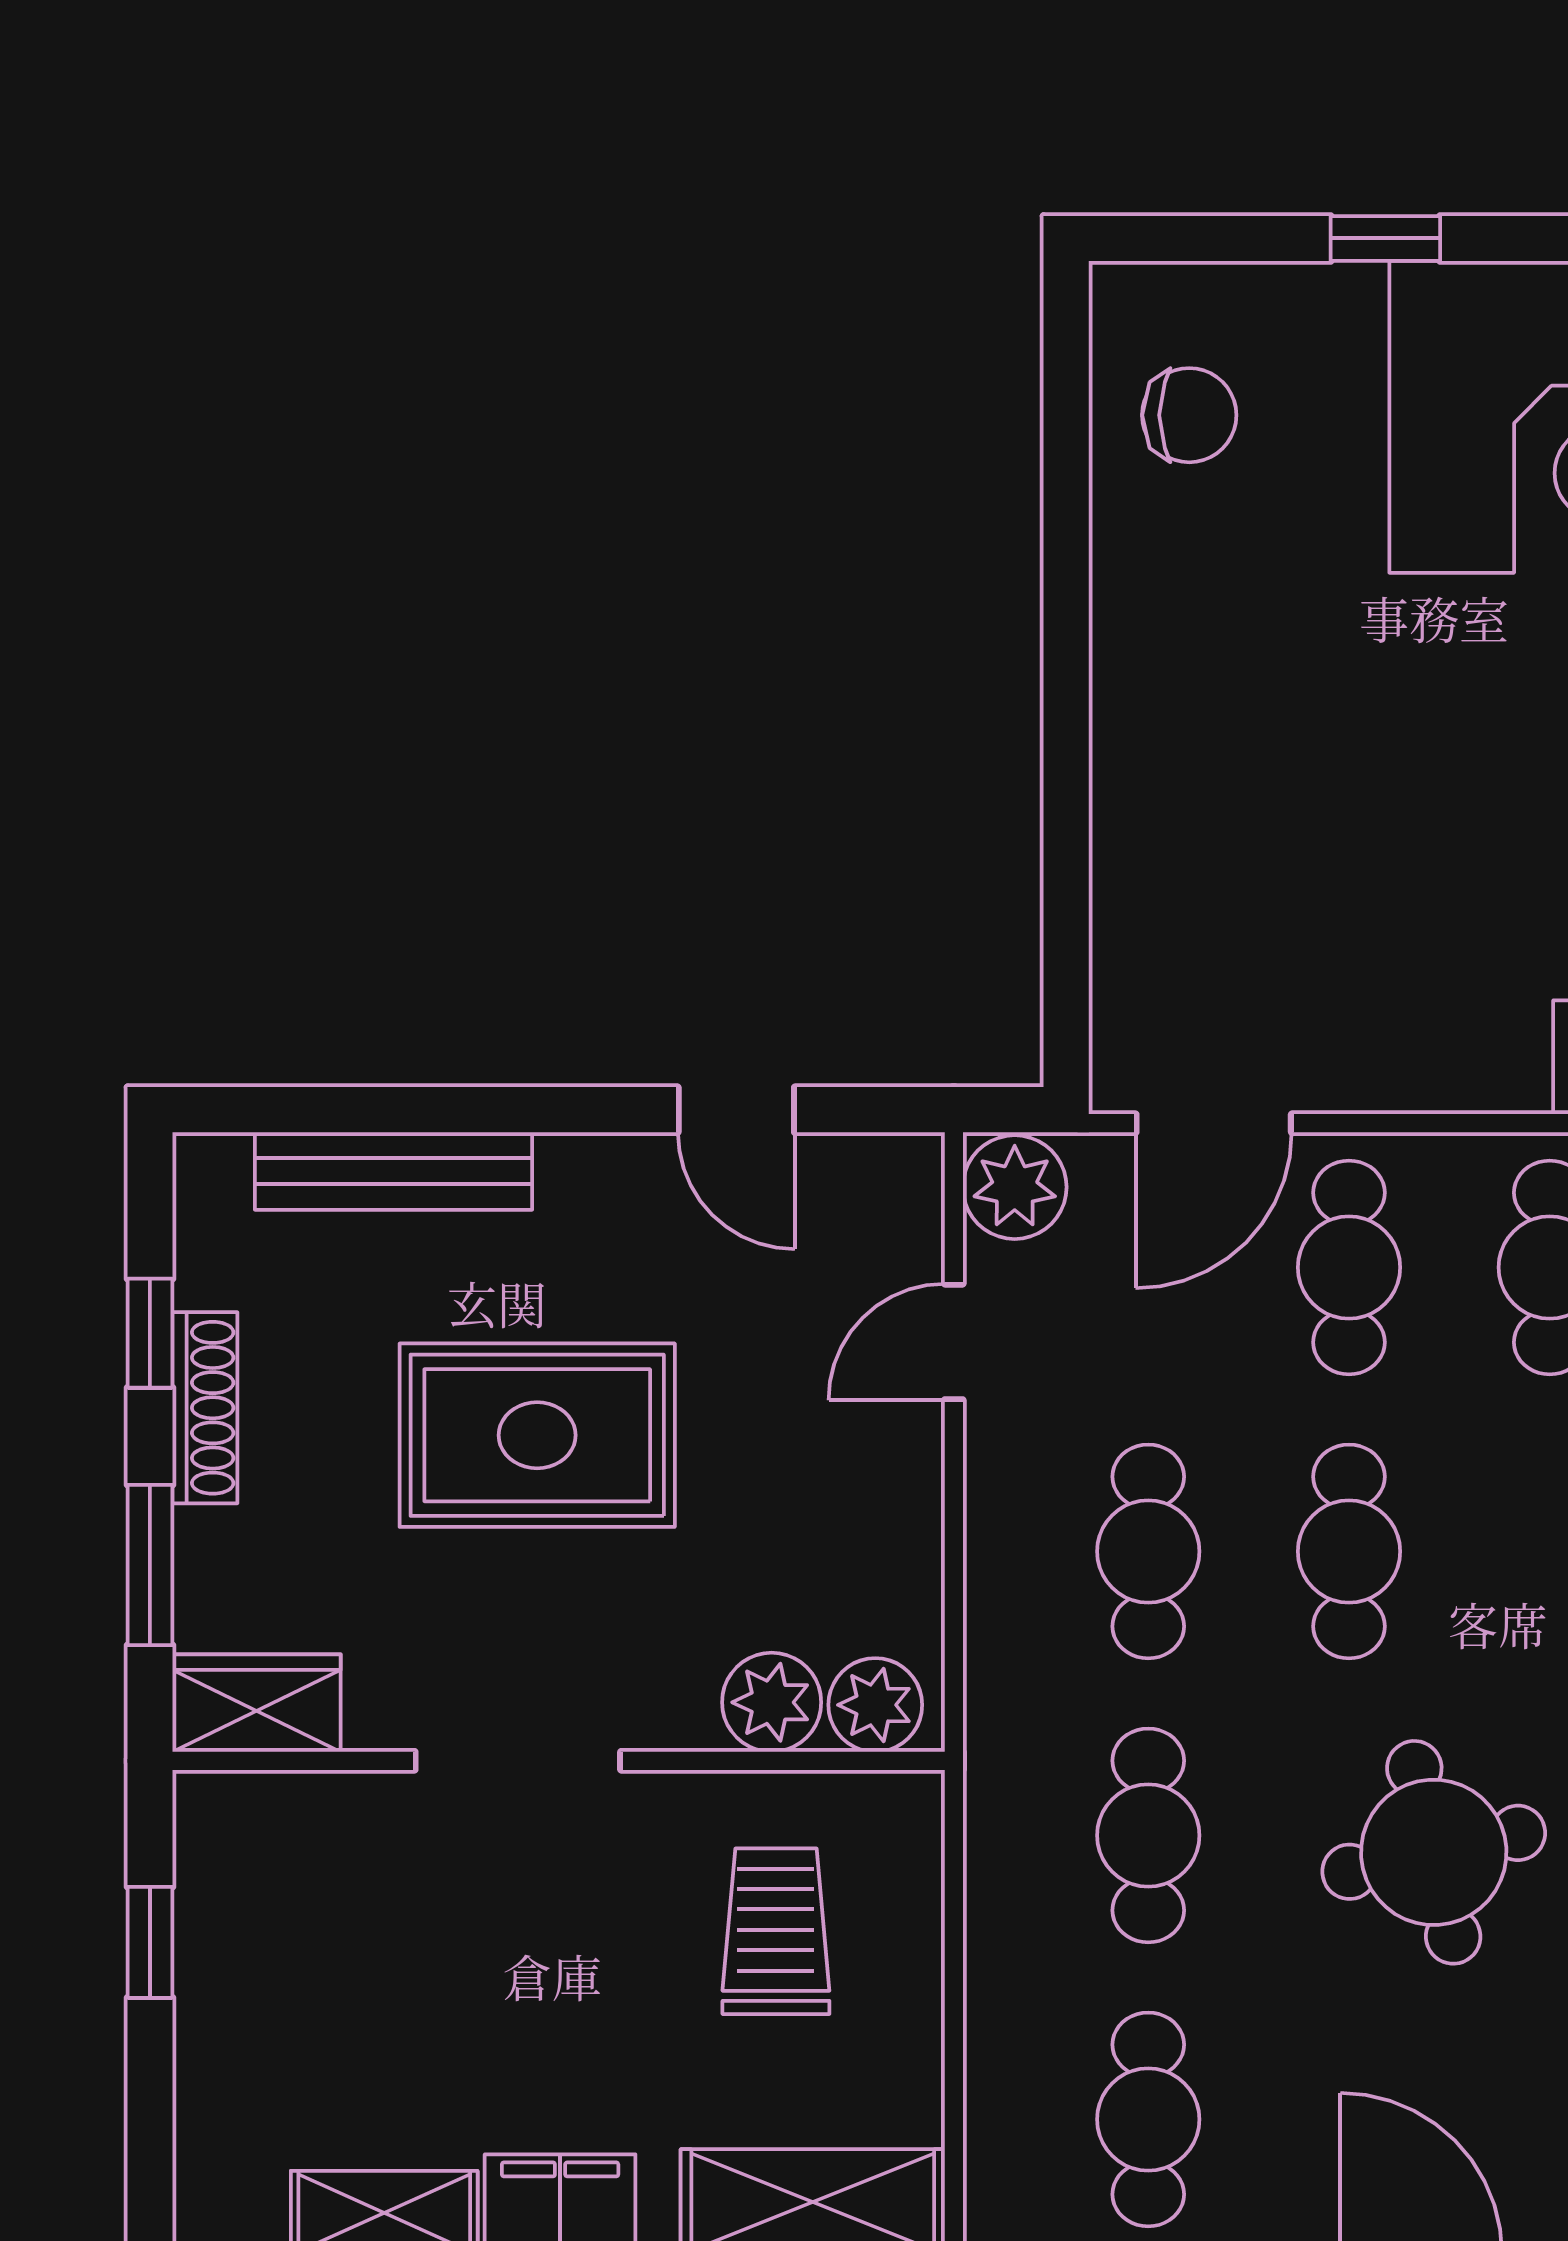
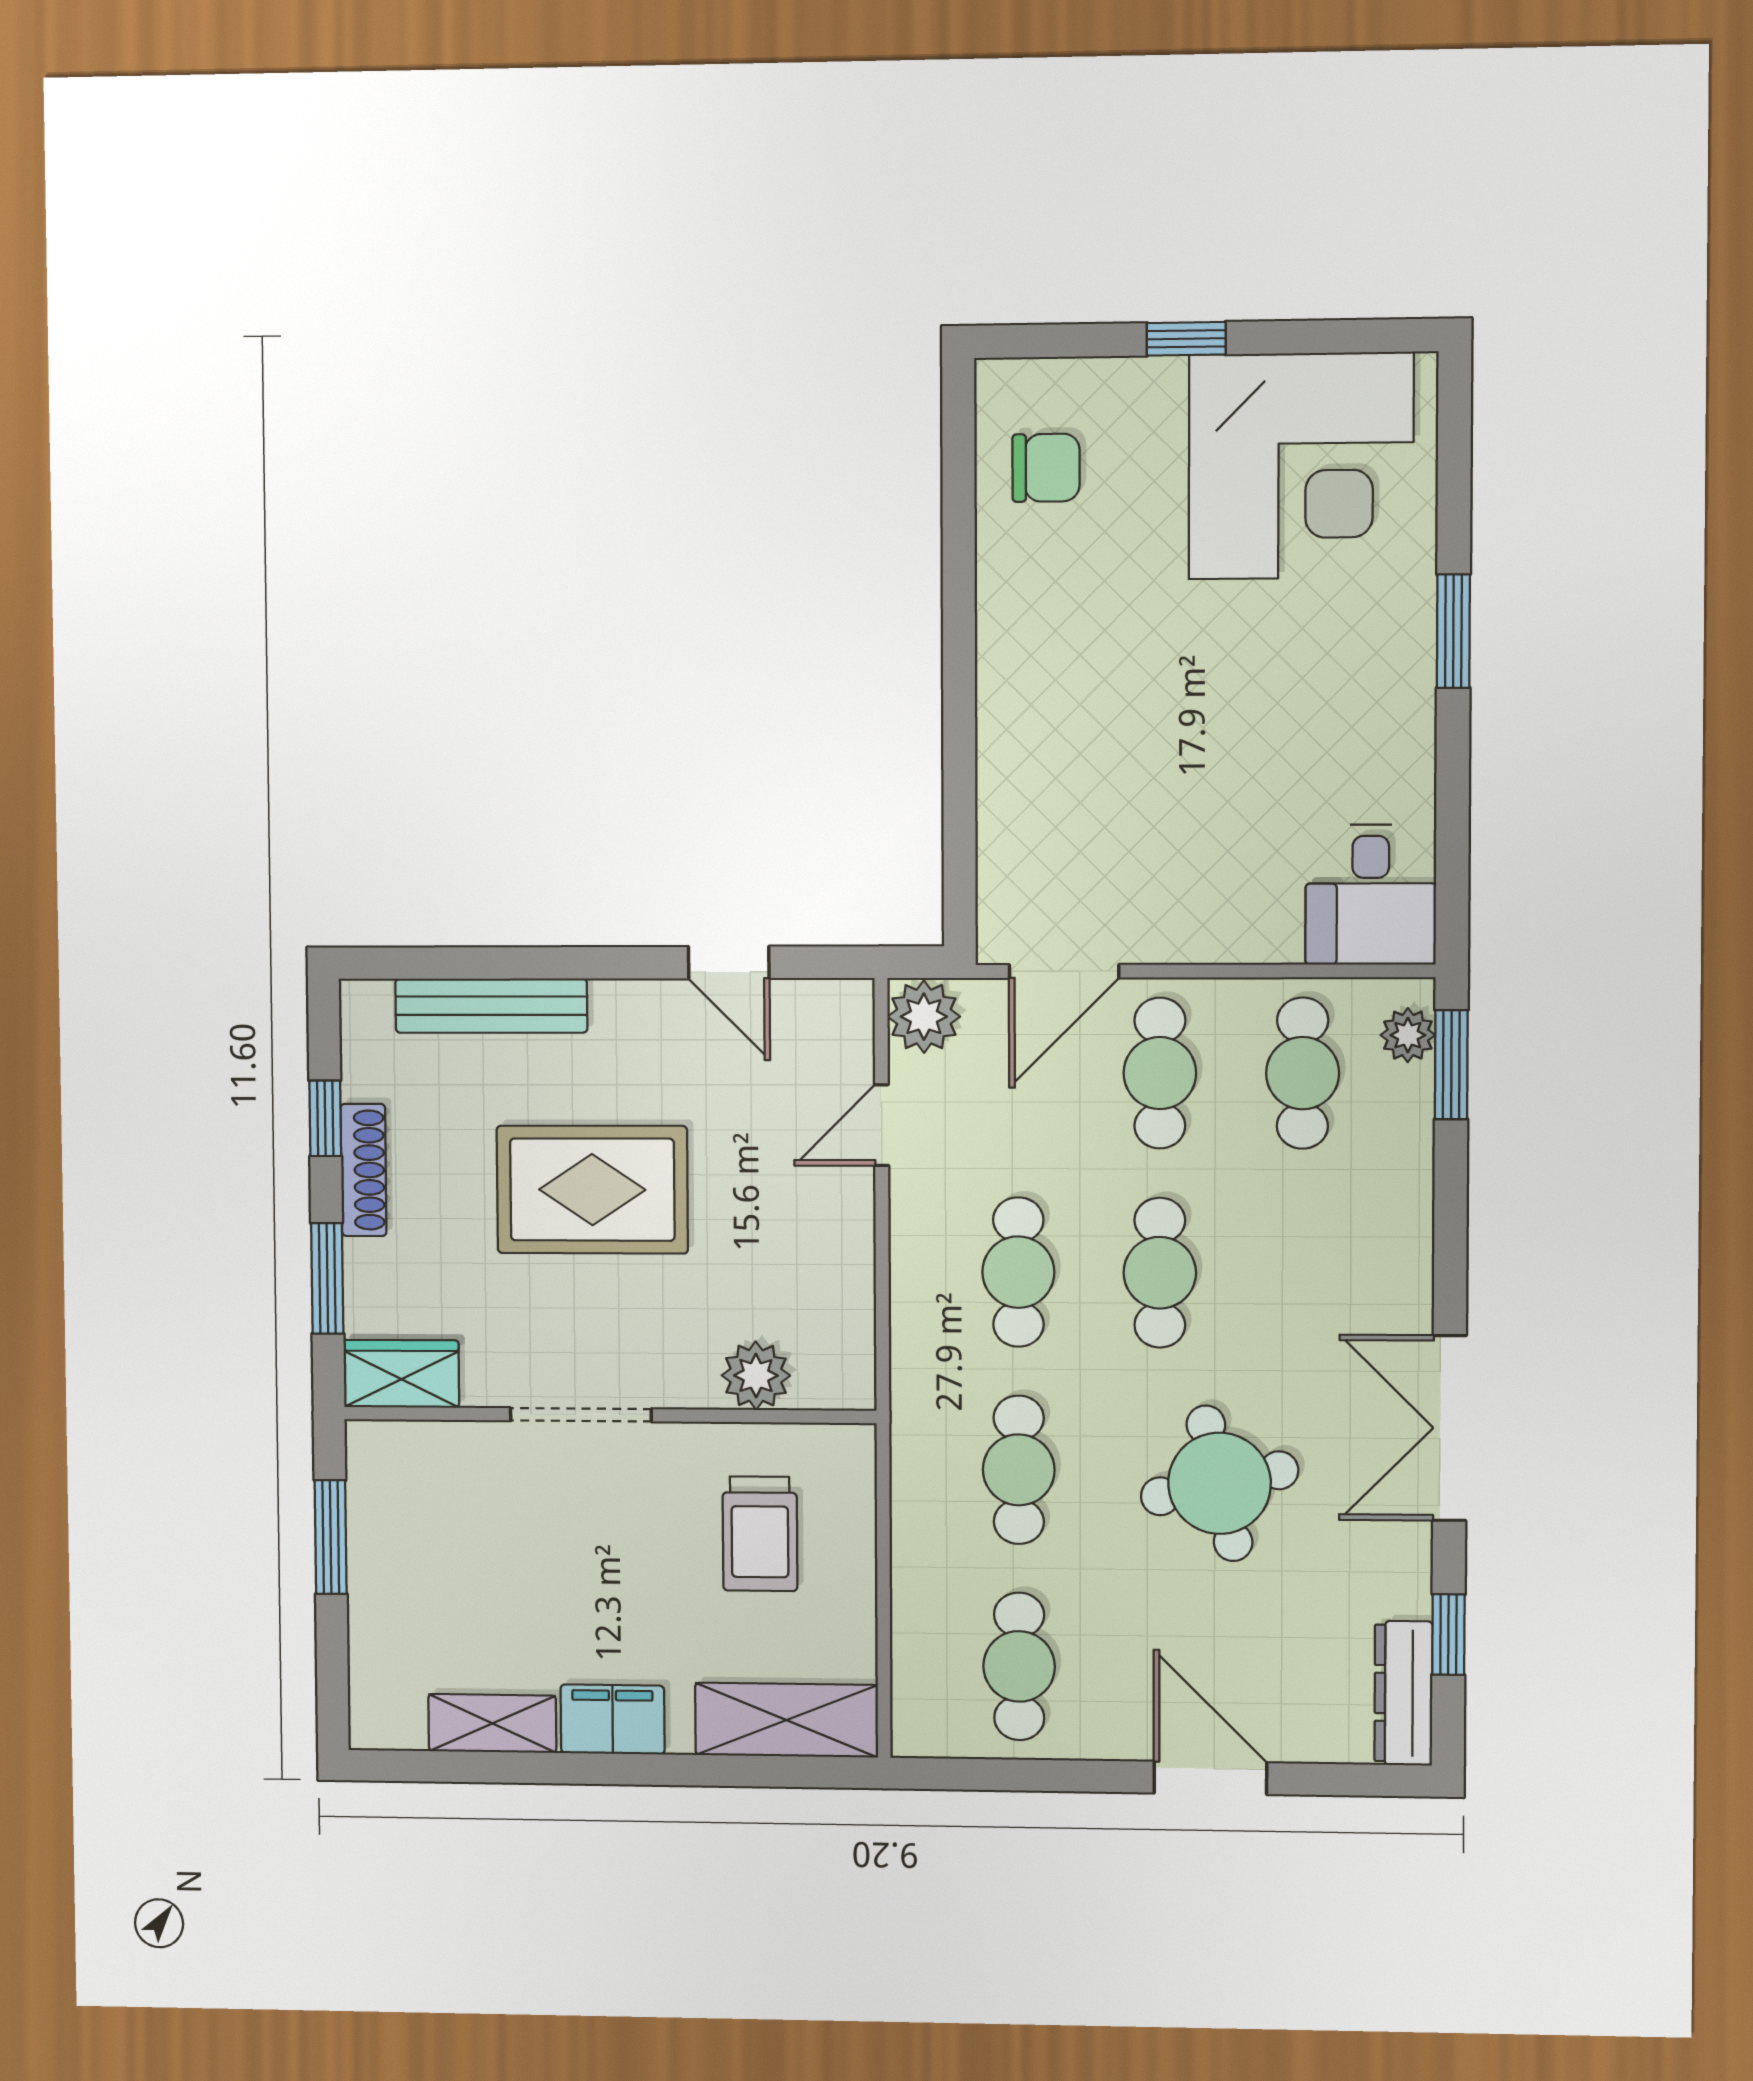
plant: (875, 1705) -> (828, 1378), removed
trolley: (776, 1931) -> (760, 1534), turned 180
window: (150, 1942) -> (331, 1537), width x1.50

